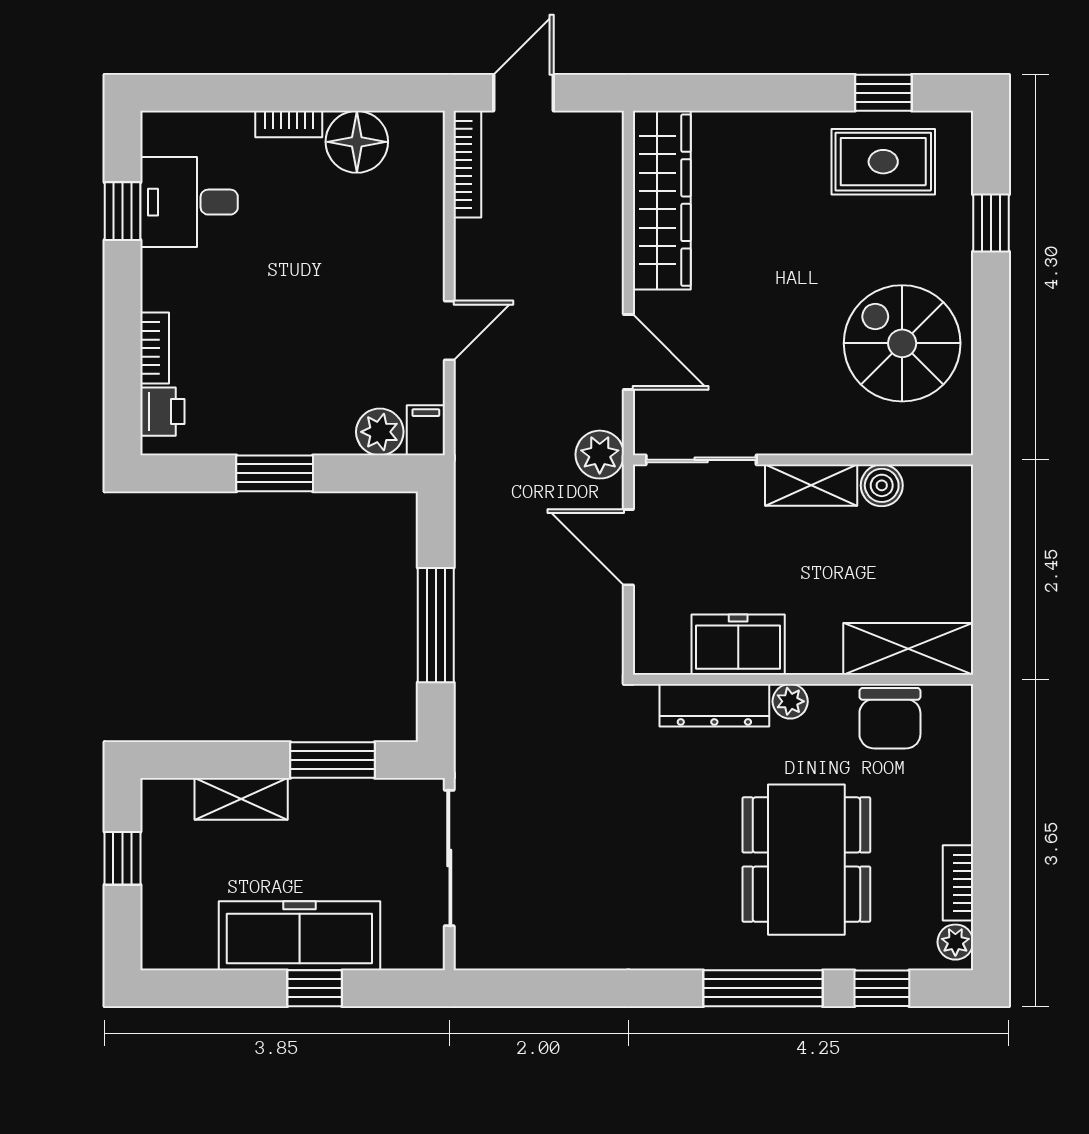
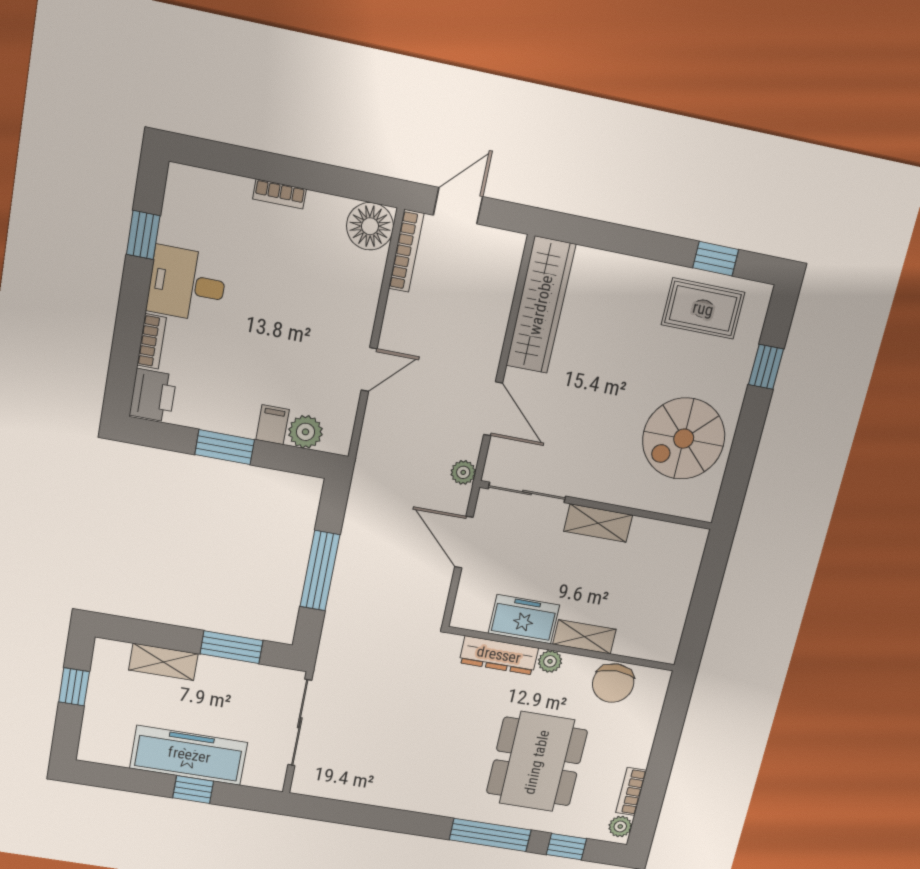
floor lamp: (357, 142) -> (370, 226), moved
desk: (189, 202) -> (187, 284), moved
spiral stairs: (902, 343) -> (684, 439), turned -90
printer: (162, 412) -> (153, 395), width x1.36, depth x1.24
filing cabinet: (426, 430) -> (273, 425), moved
plant: (600, 455) -> (463, 472), width x0.73, depth x0.73
boiler: (882, 485) -> (646, 532), removed
shelving: (908, 649) -> (584, 637), moved, width x0.67, depth x0.75

